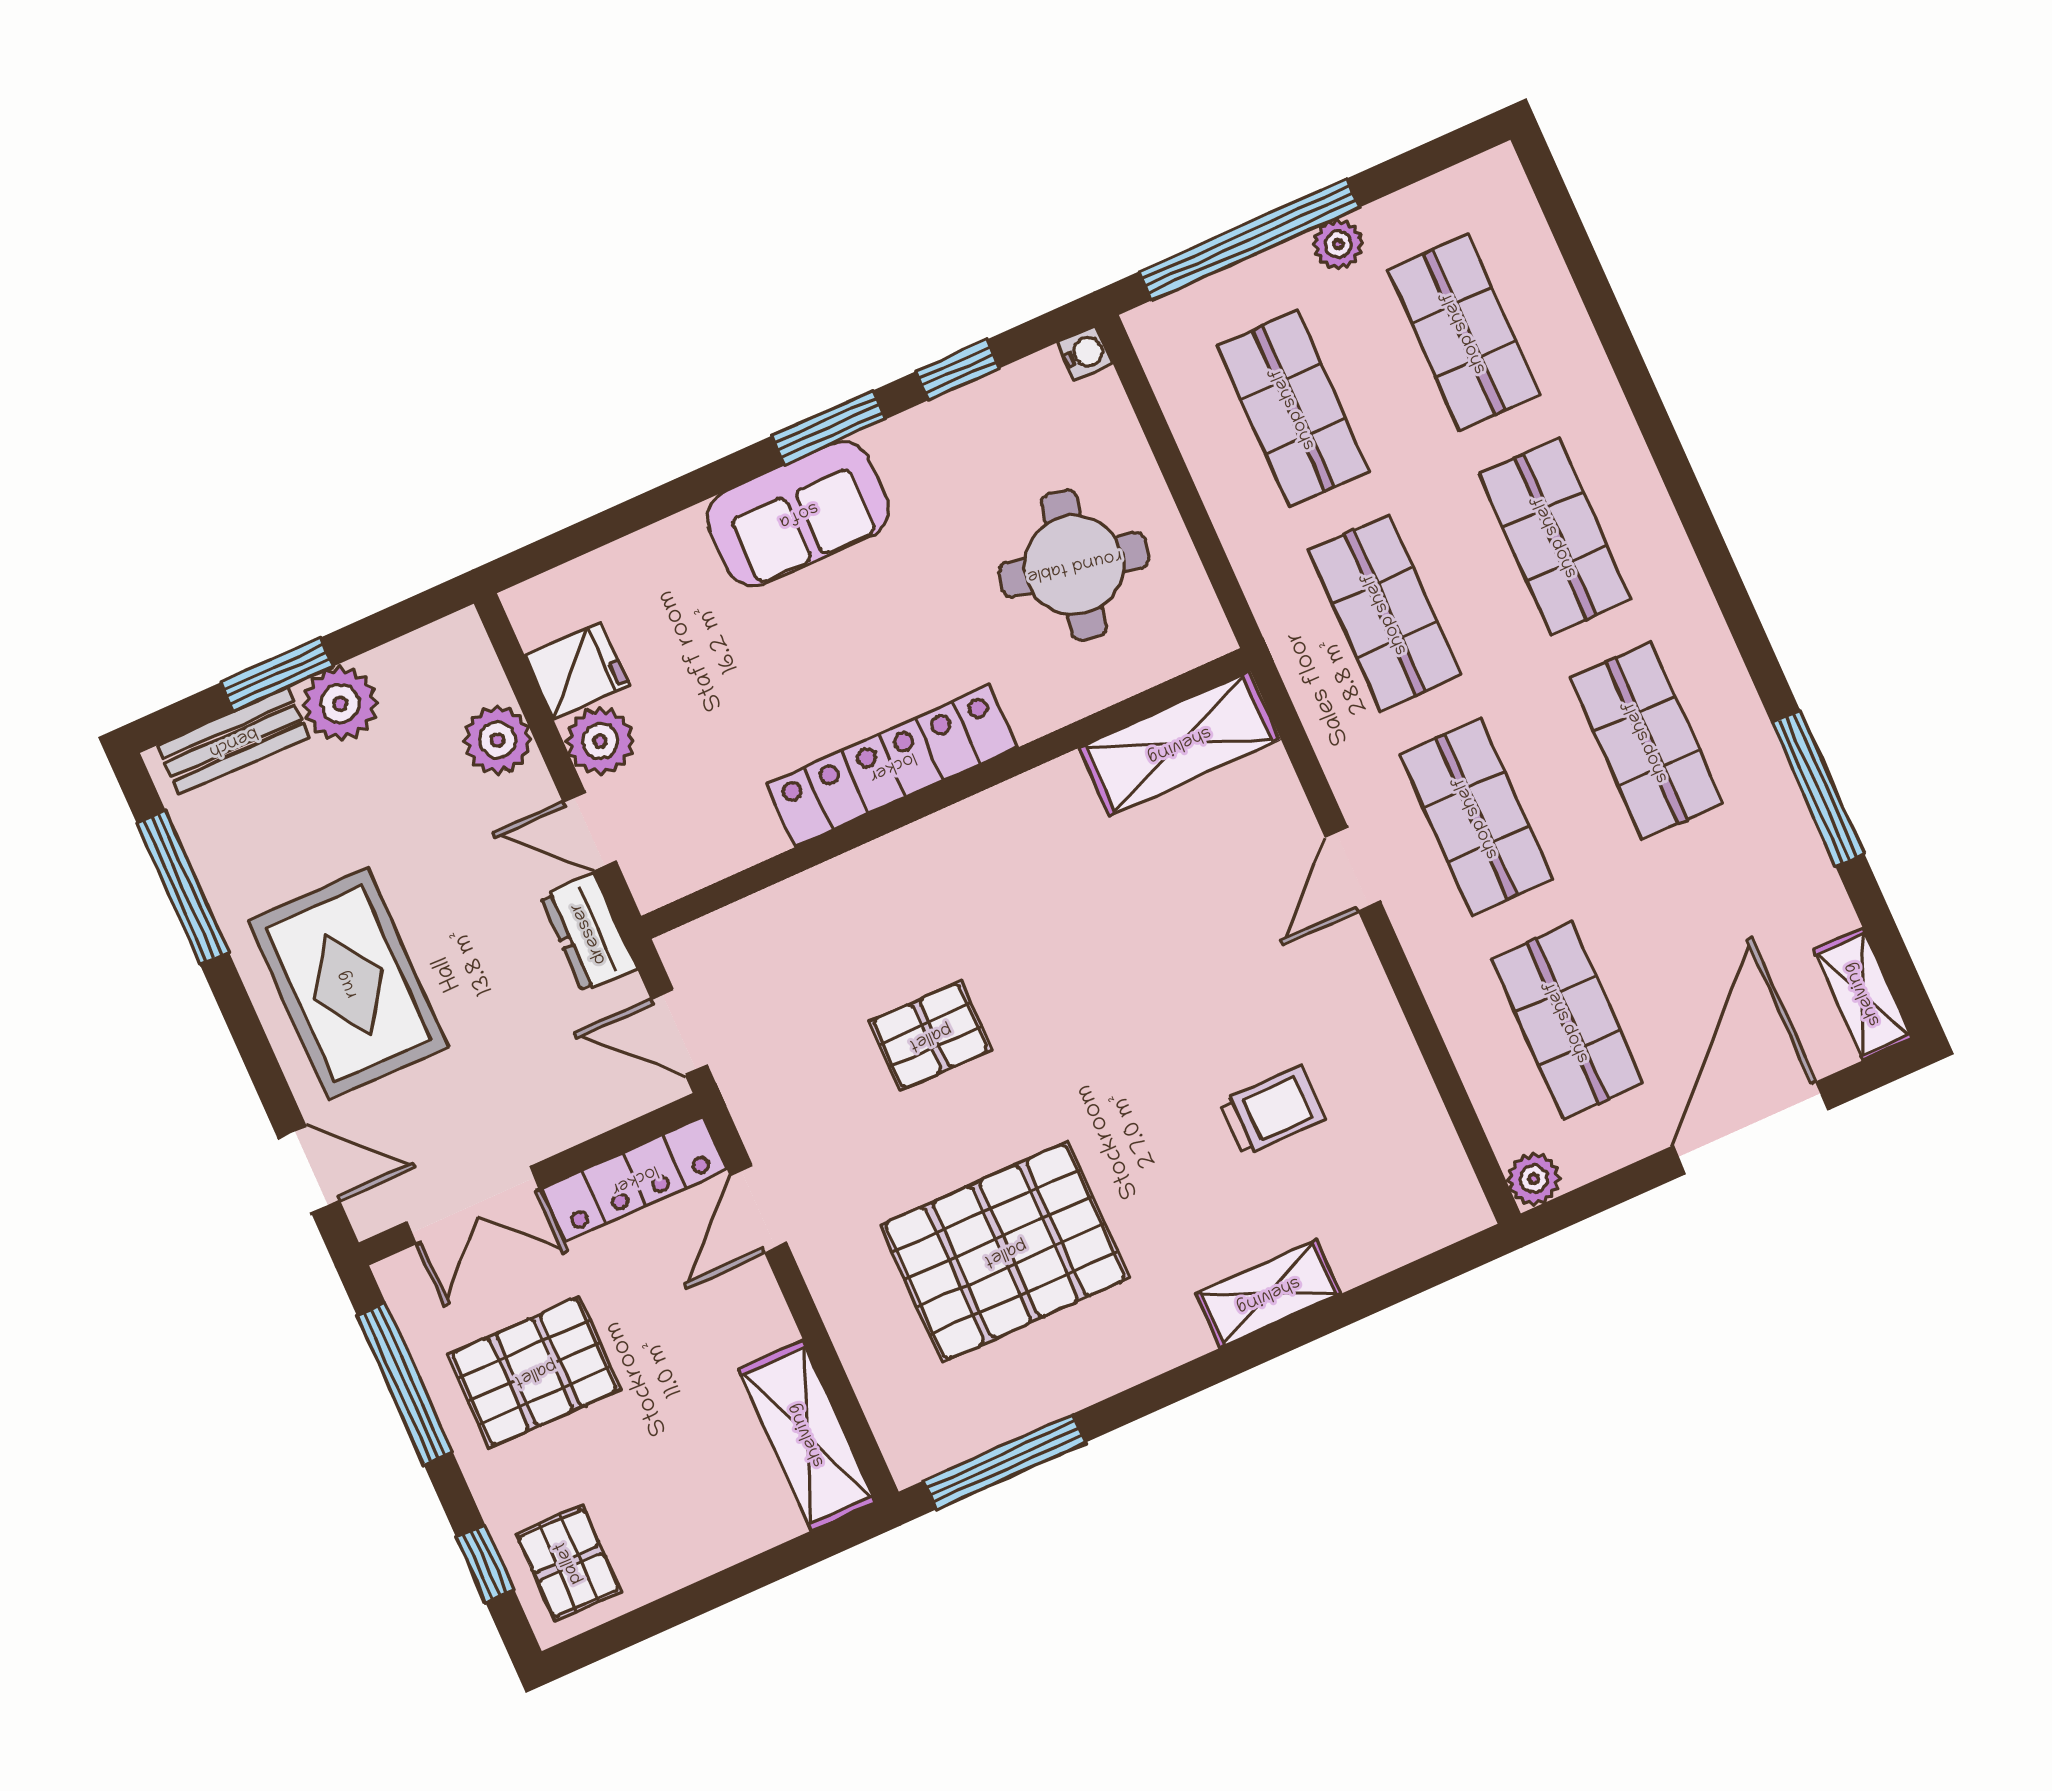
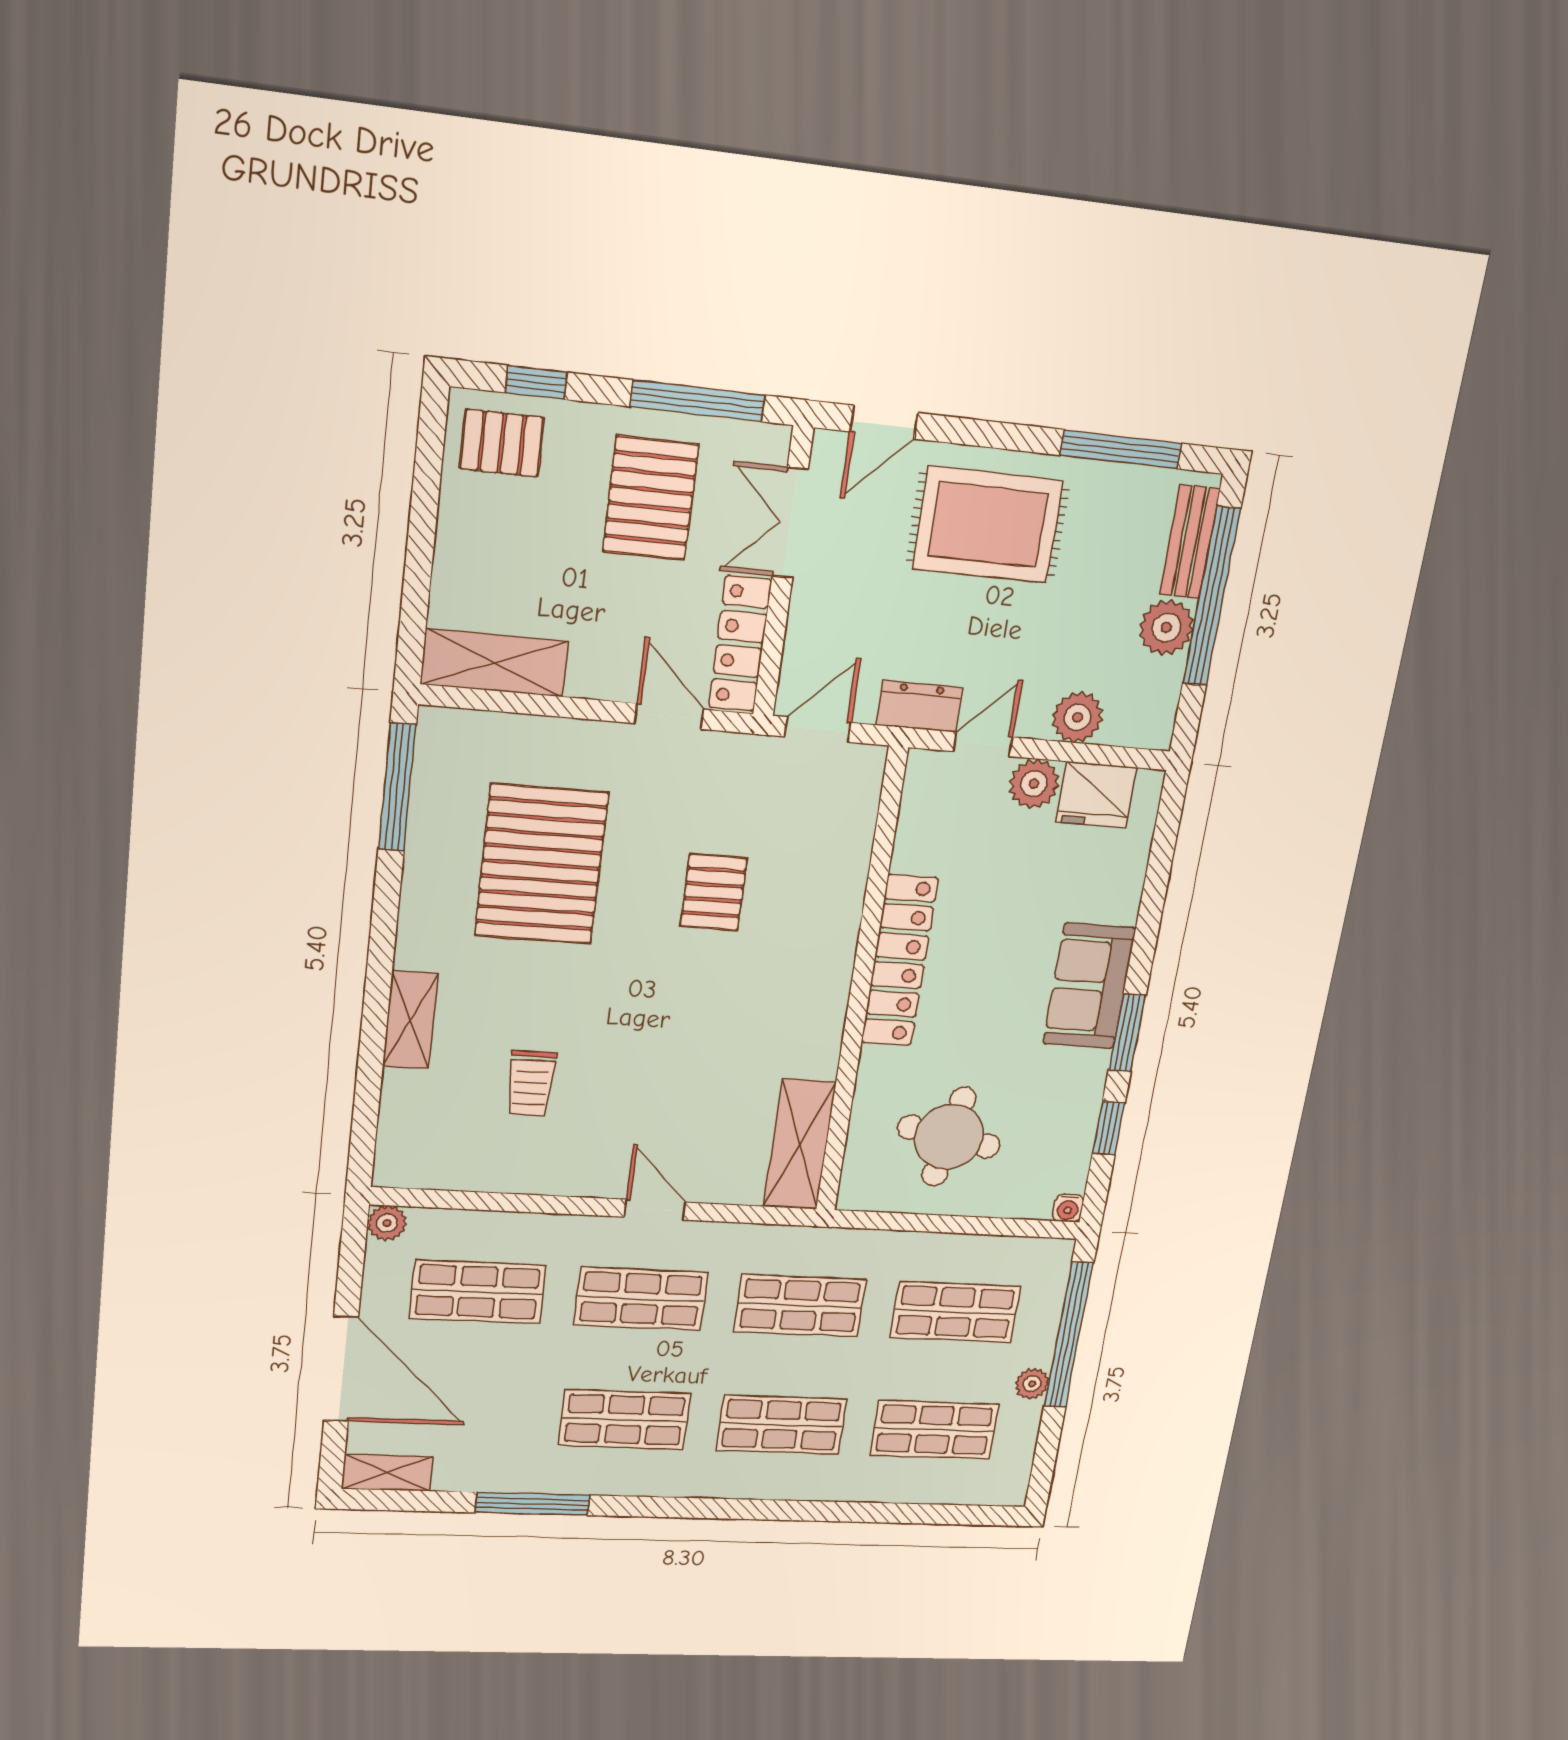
fridge: (577, 671) -> (1096, 795), width x1.38
window: (277, 674) -> (1211, 596), width x2.11

